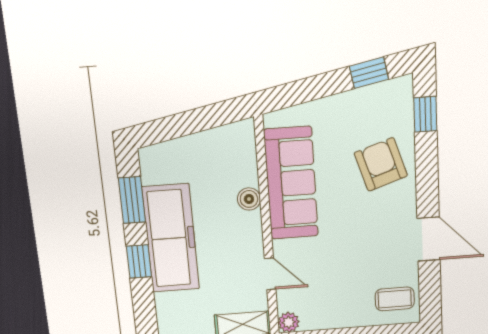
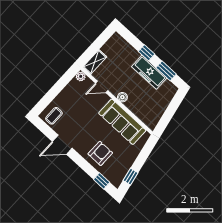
armchair: (381, 164) -> (100, 153), turned -72
boiler: (249, 199) -> (122, 97), moved
freezer: (171, 238) -> (149, 72), width x0.73, depth x0.79

